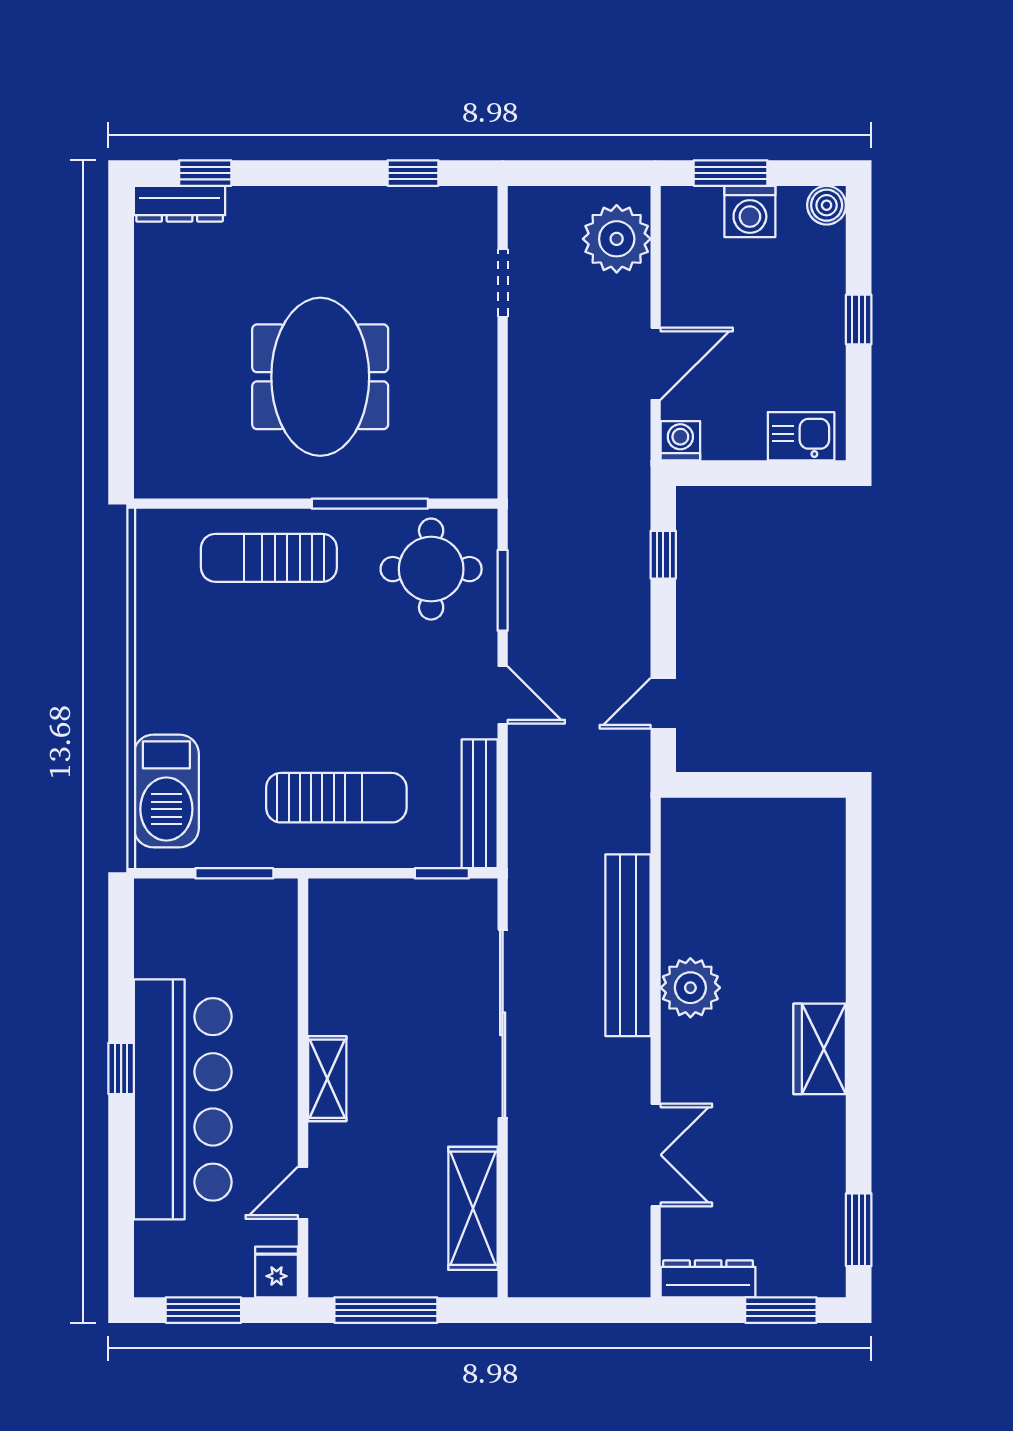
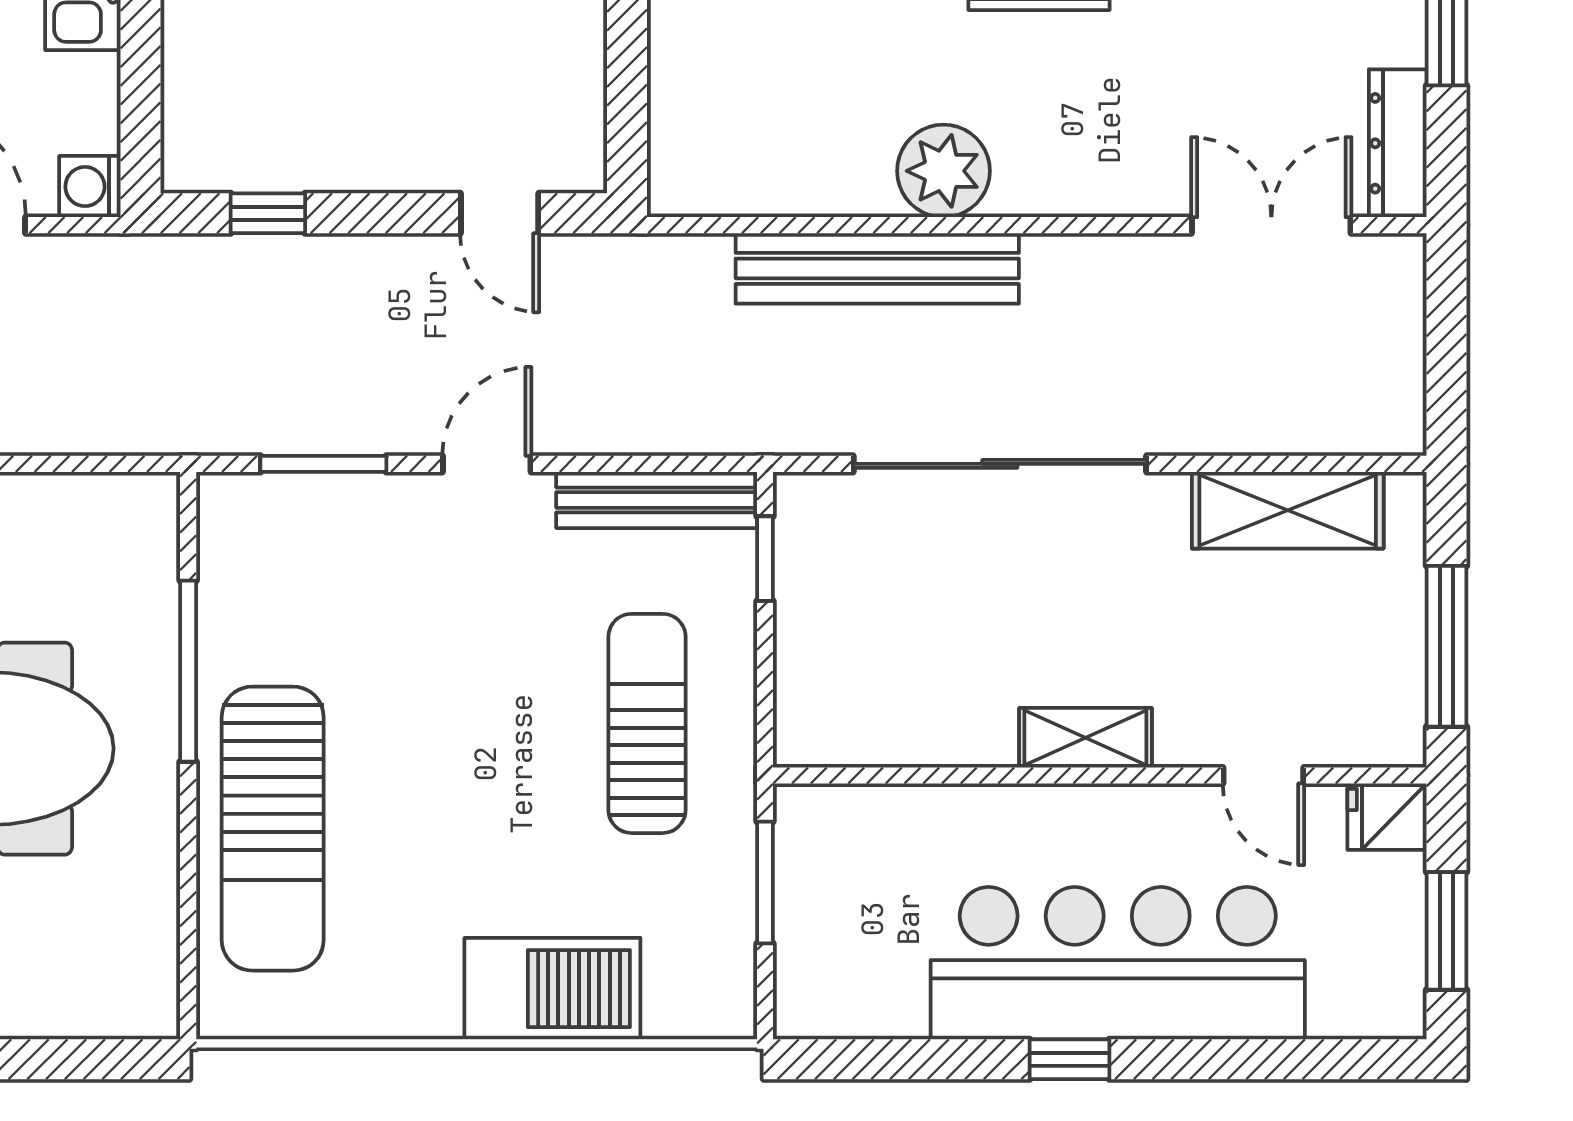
sun lounger: (269, 558) -> (273, 829), width x1.36, depth x1.34
round table: (431, 569) -> (290, 576), removed
barbecue: (166, 791) -> (552, 989), moved
double door: (656, 1155) -> (1271, 225), moved

